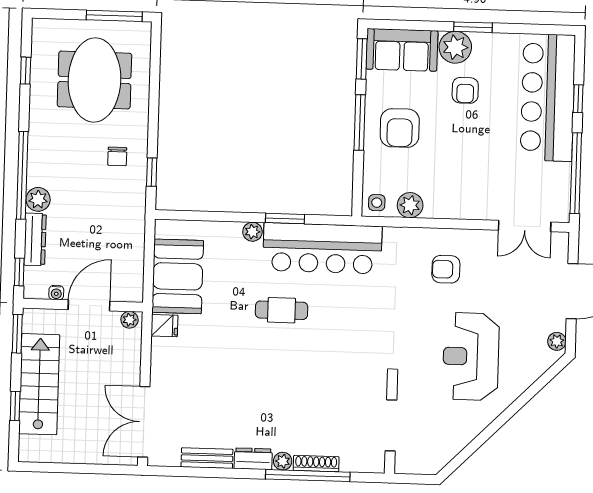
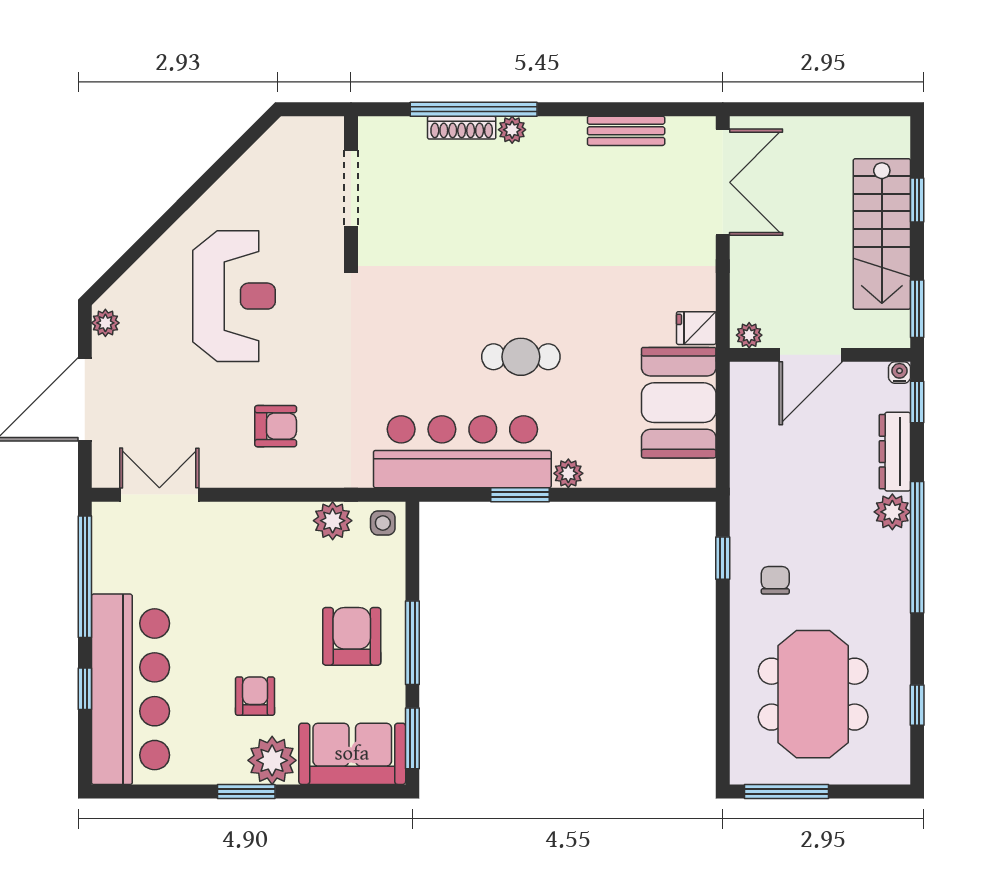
water cooler: (56, 293) -> (899, 373), moved
dresser: (253, 459) -> (557, 132), removed

